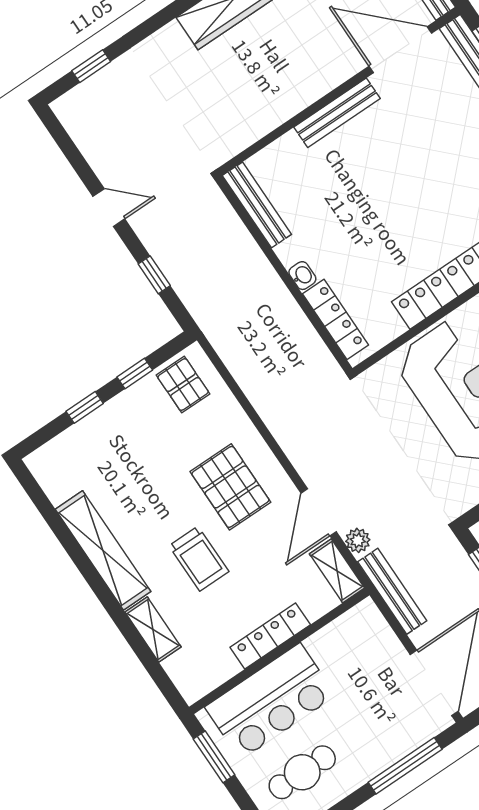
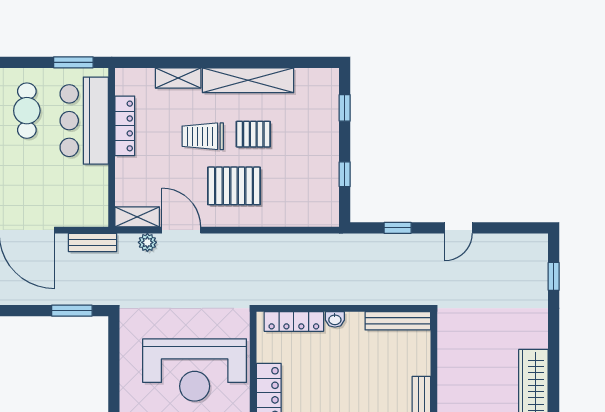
pallet: (183, 385) -> (253, 134), moved
window: (85, 407) -> (345, 108), moved
bench: (392, 591) -> (93, 242), width x0.73
locker: (270, 636) -> (125, 126), moved

